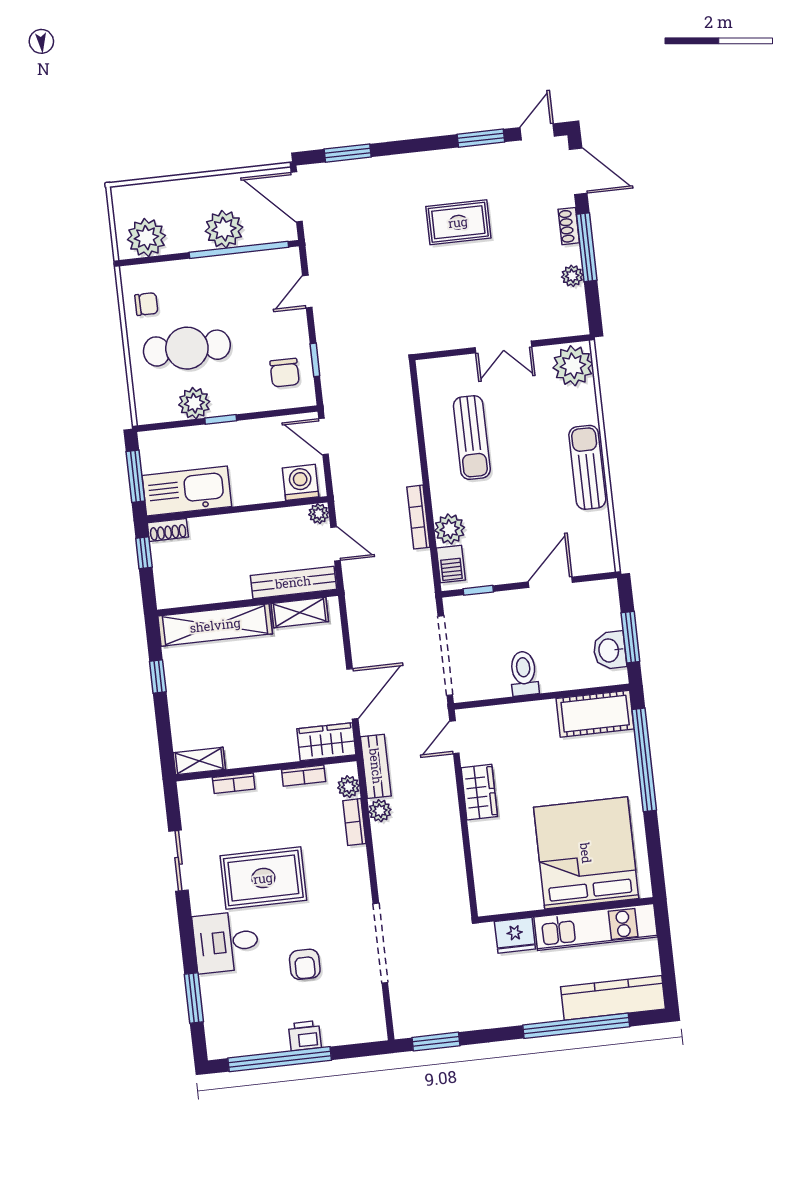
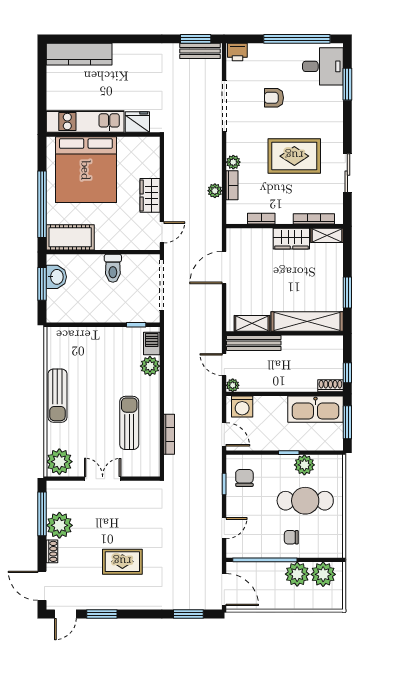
plant: (224, 229) -> (297, 574), moved
window: (587, 247) -> (42, 514), moved
plant: (572, 276) -> (59, 525), width x1.88, depth x1.88
chair: (146, 304) -> (291, 537), moved
bookcase: (418, 517) -> (169, 434), moved
door: (550, 582) -> (89, 325), removed
window: (158, 677) -> (347, 292), width x1.50
wardrobe: (326, 742) -> (291, 239), moved
bench: (376, 766) -> (200, 51), moved, turned 90
bookcase: (234, 783) -> (314, 219), width x1.56
plant: (348, 787) -> (233, 162), moved
bed: (586, 853) -> (86, 170), moved
wall: (566, 910) -> (103, 135), moved
kitchen unit: (596, 927) -> (85, 122), moved
fridge: (515, 935) -> (137, 122), moved
desk: (226, 942) -> (323, 66), moved
armchair: (305, 964) -> (274, 98), turned -90
window: (576, 1026) -> (105, 39), removed
printer: (305, 1036) -> (237, 52), moved

